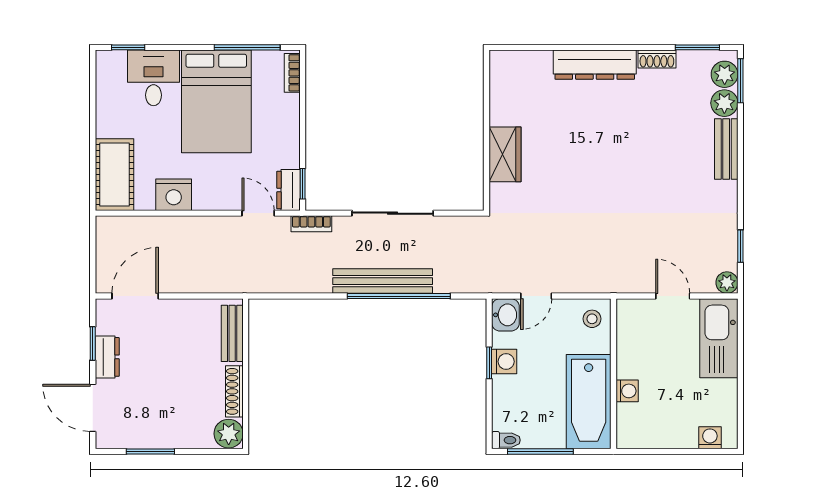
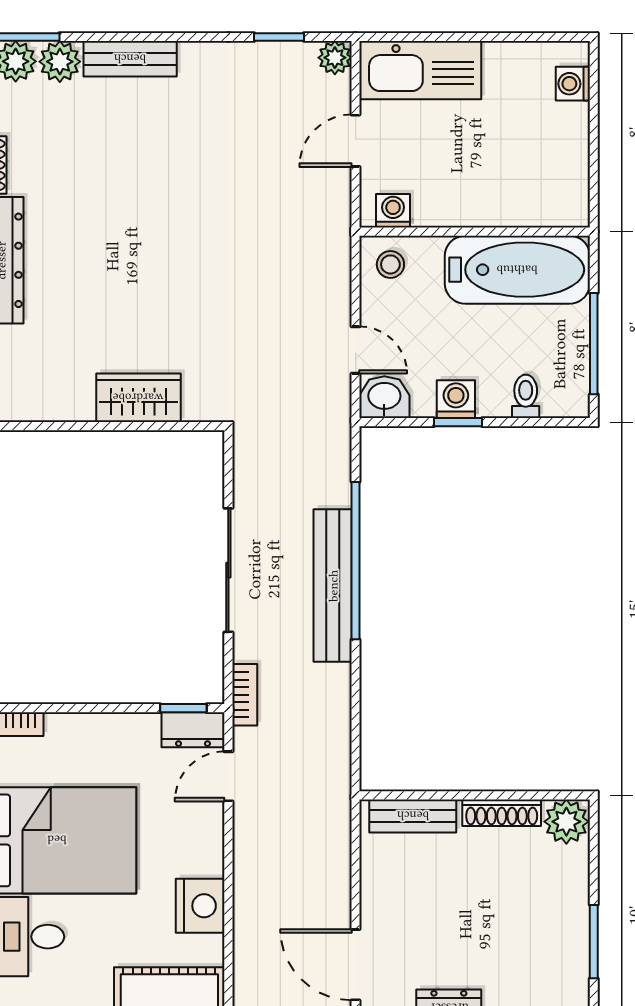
washing machine: (627, 391) -> (393, 211), moved
toilet: (506, 440) -> (526, 396), moved

